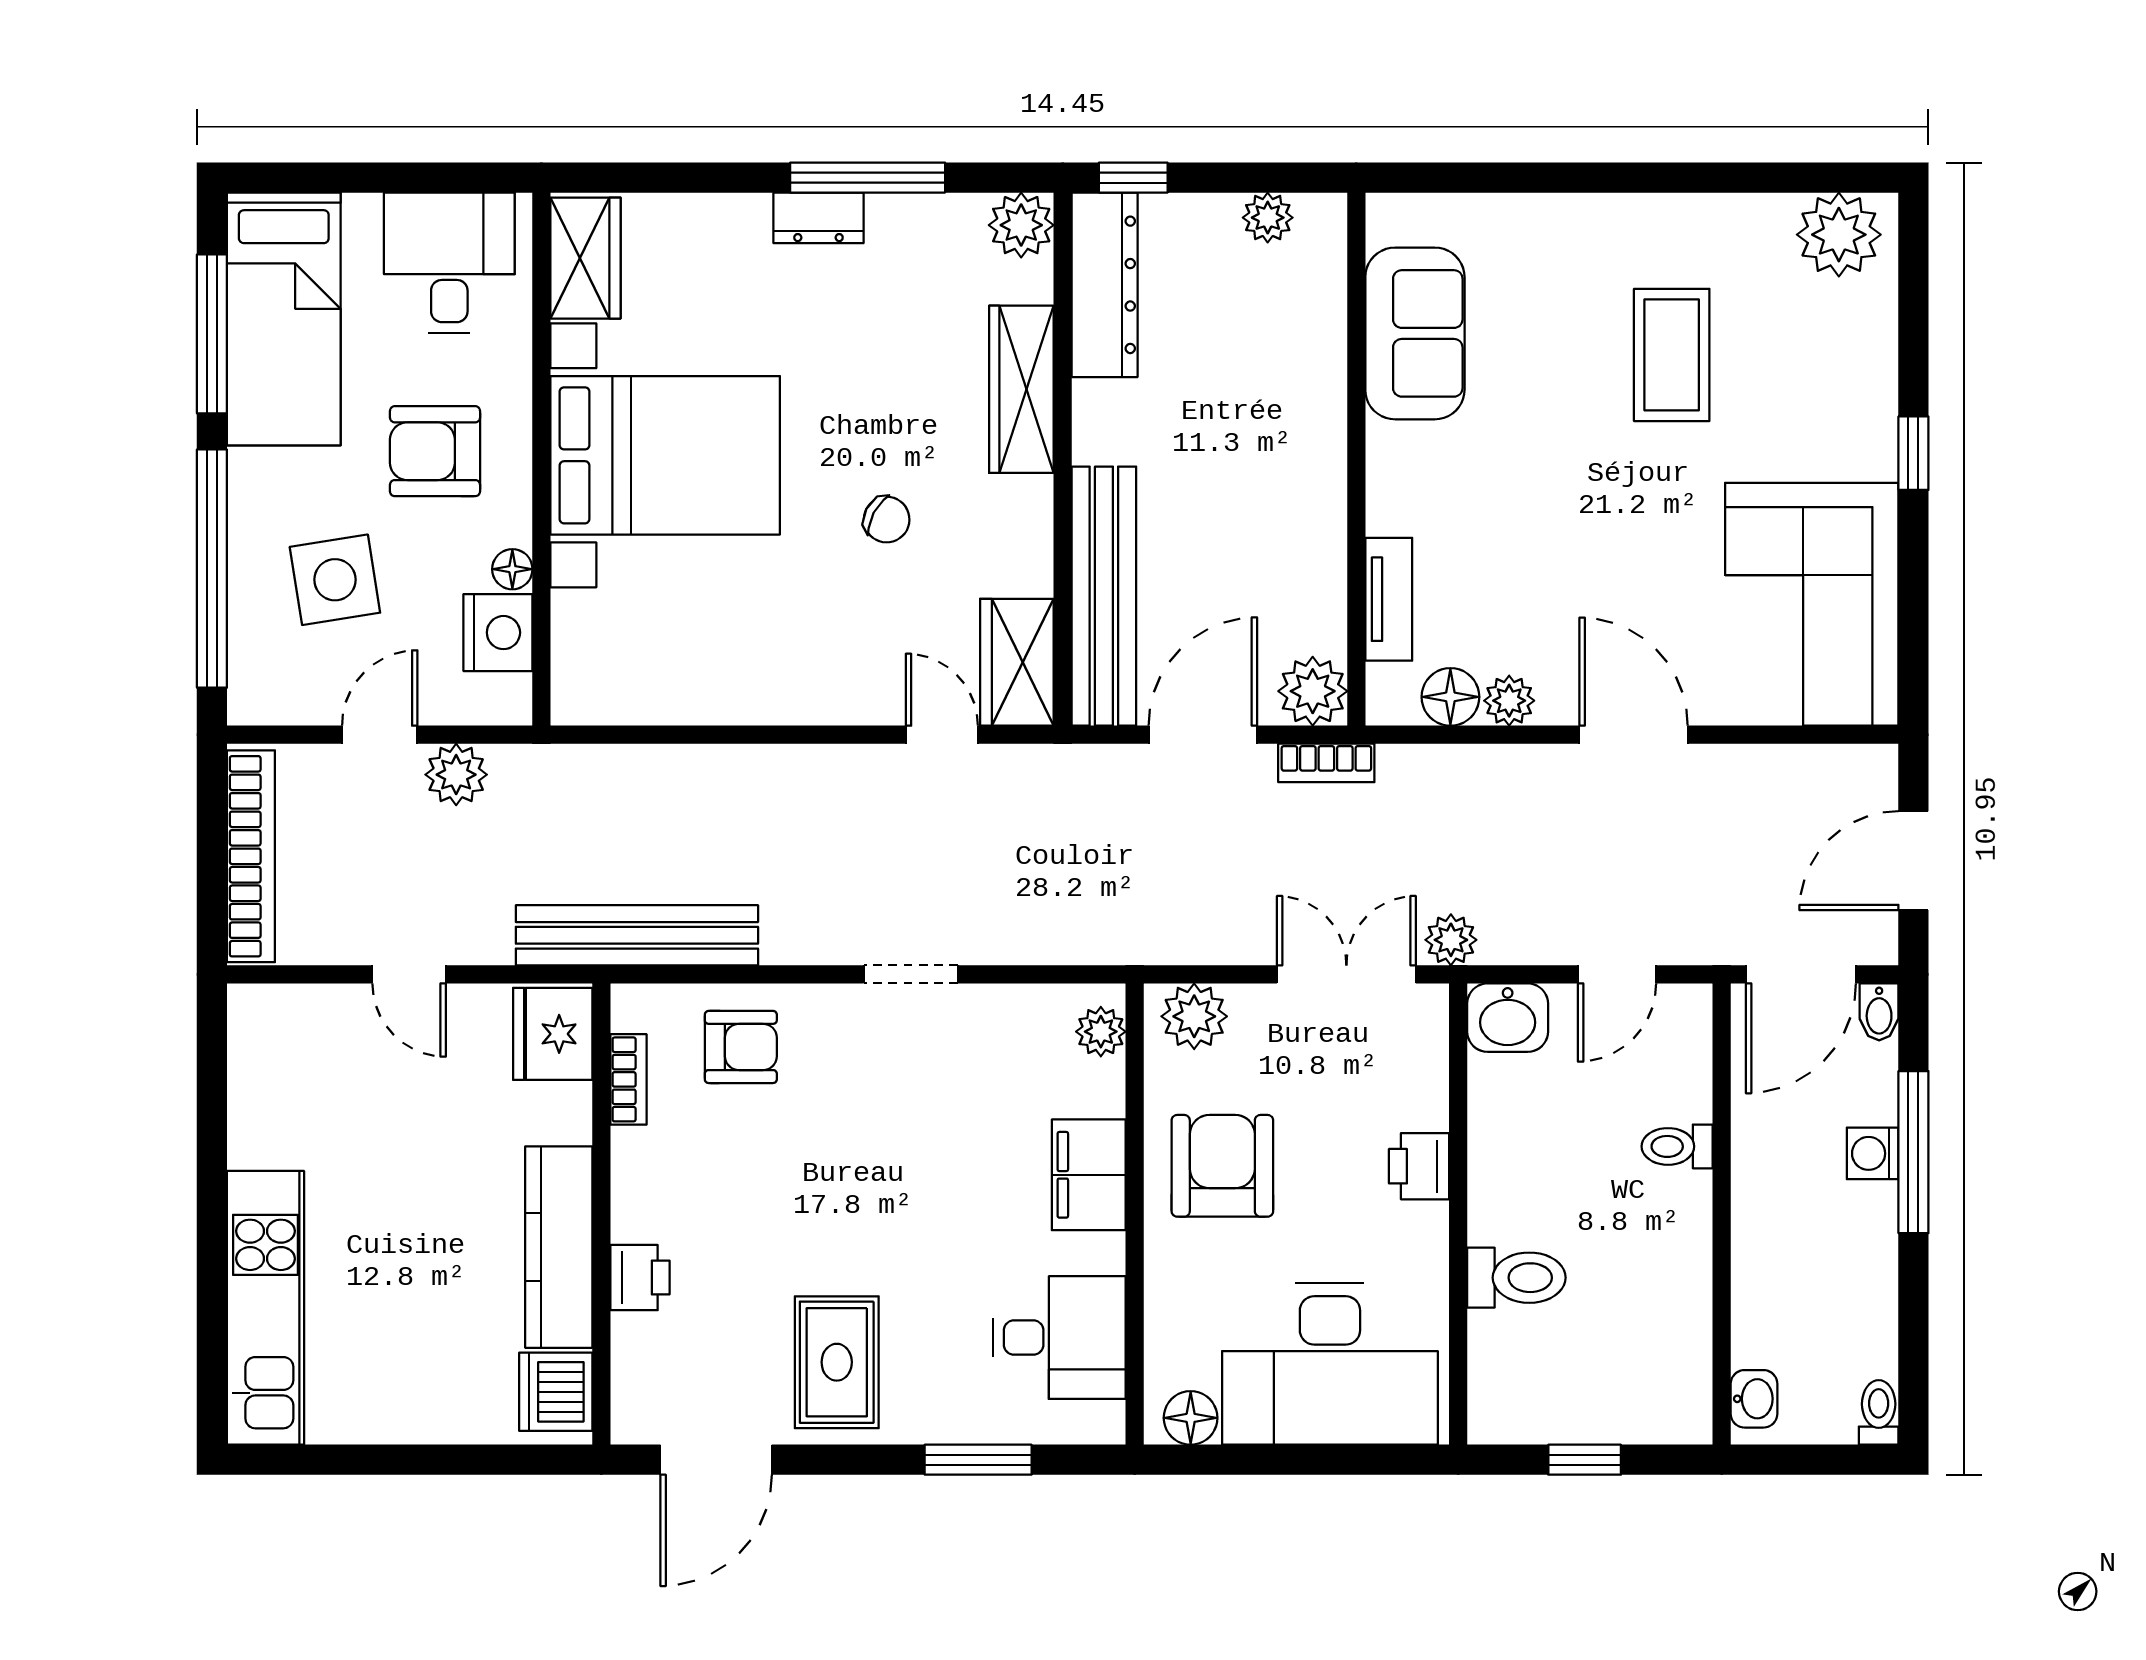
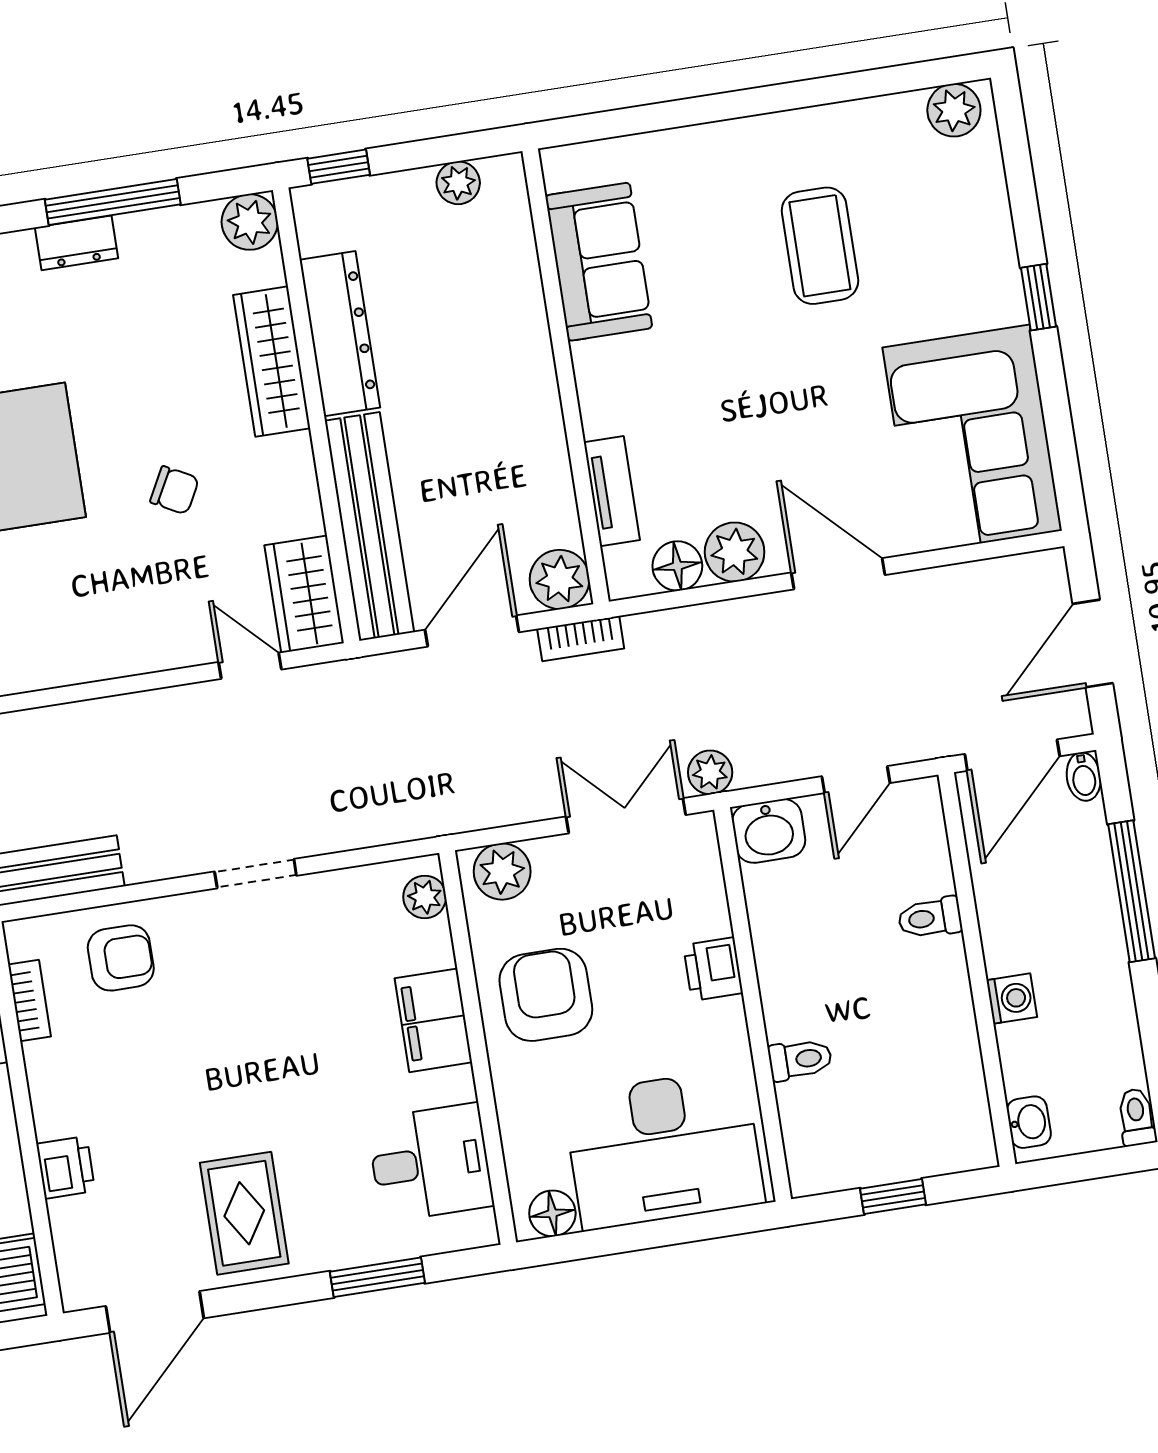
plant: (1839, 235) -> (954, 110), width x0.73, depth x0.73
dresser: (1105, 285) -> (340, 334), moved
plant: (1509, 701) -> (735, 552), width x1.38, depth x1.38
washing machine: (1873, 1153) -> (1012, 999), moved, turned 180
toilet: (1516, 1278) -> (800, 1060), width x0.73, depth x0.72

